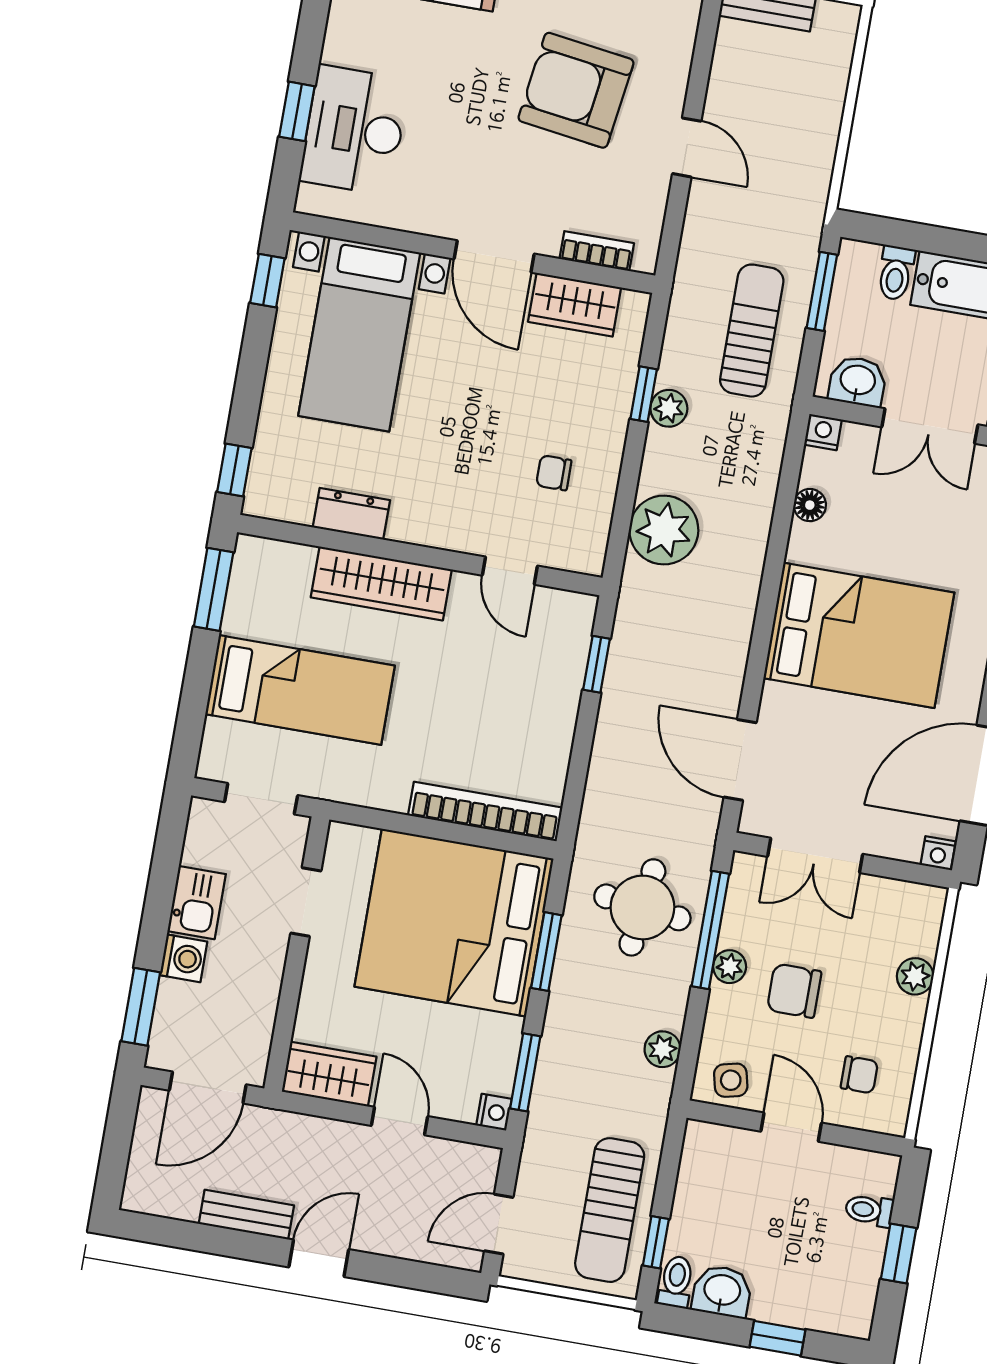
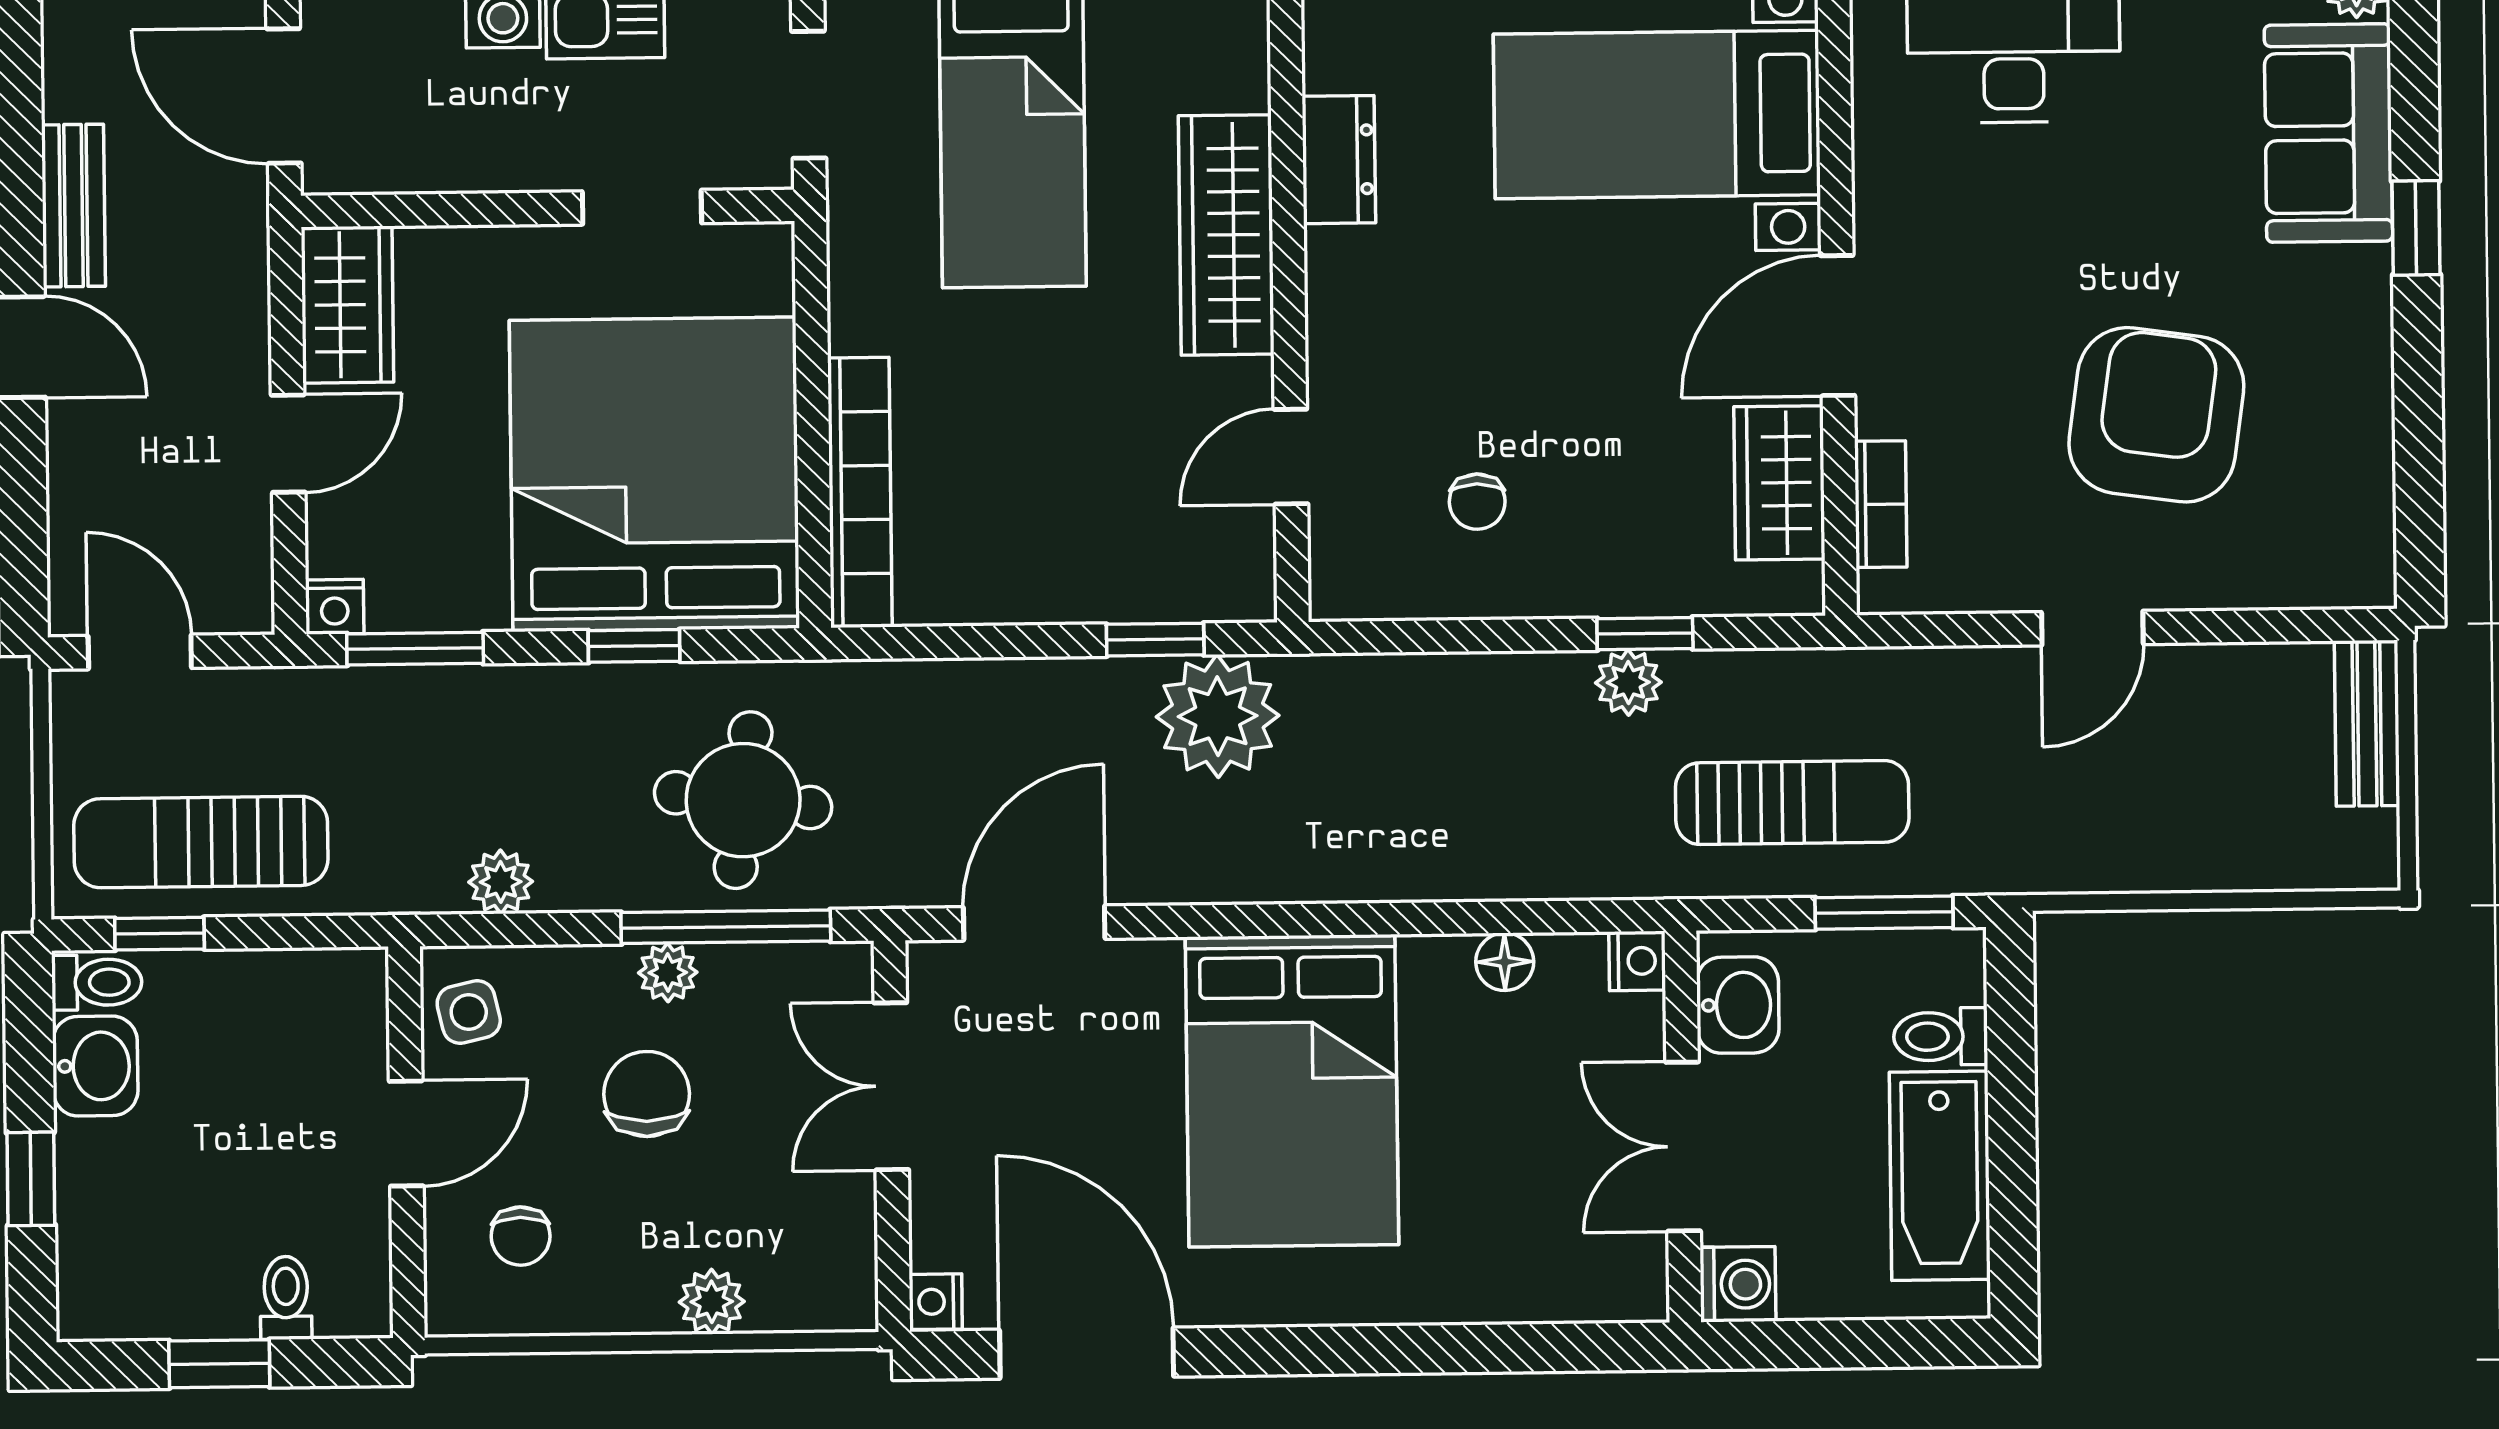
chair: (554, 473) -> (1477, 502), turned 180
plant: (664, 530) -> (1218, 716), moved
window: (546, 952) -> (634, 646), width x0.67

